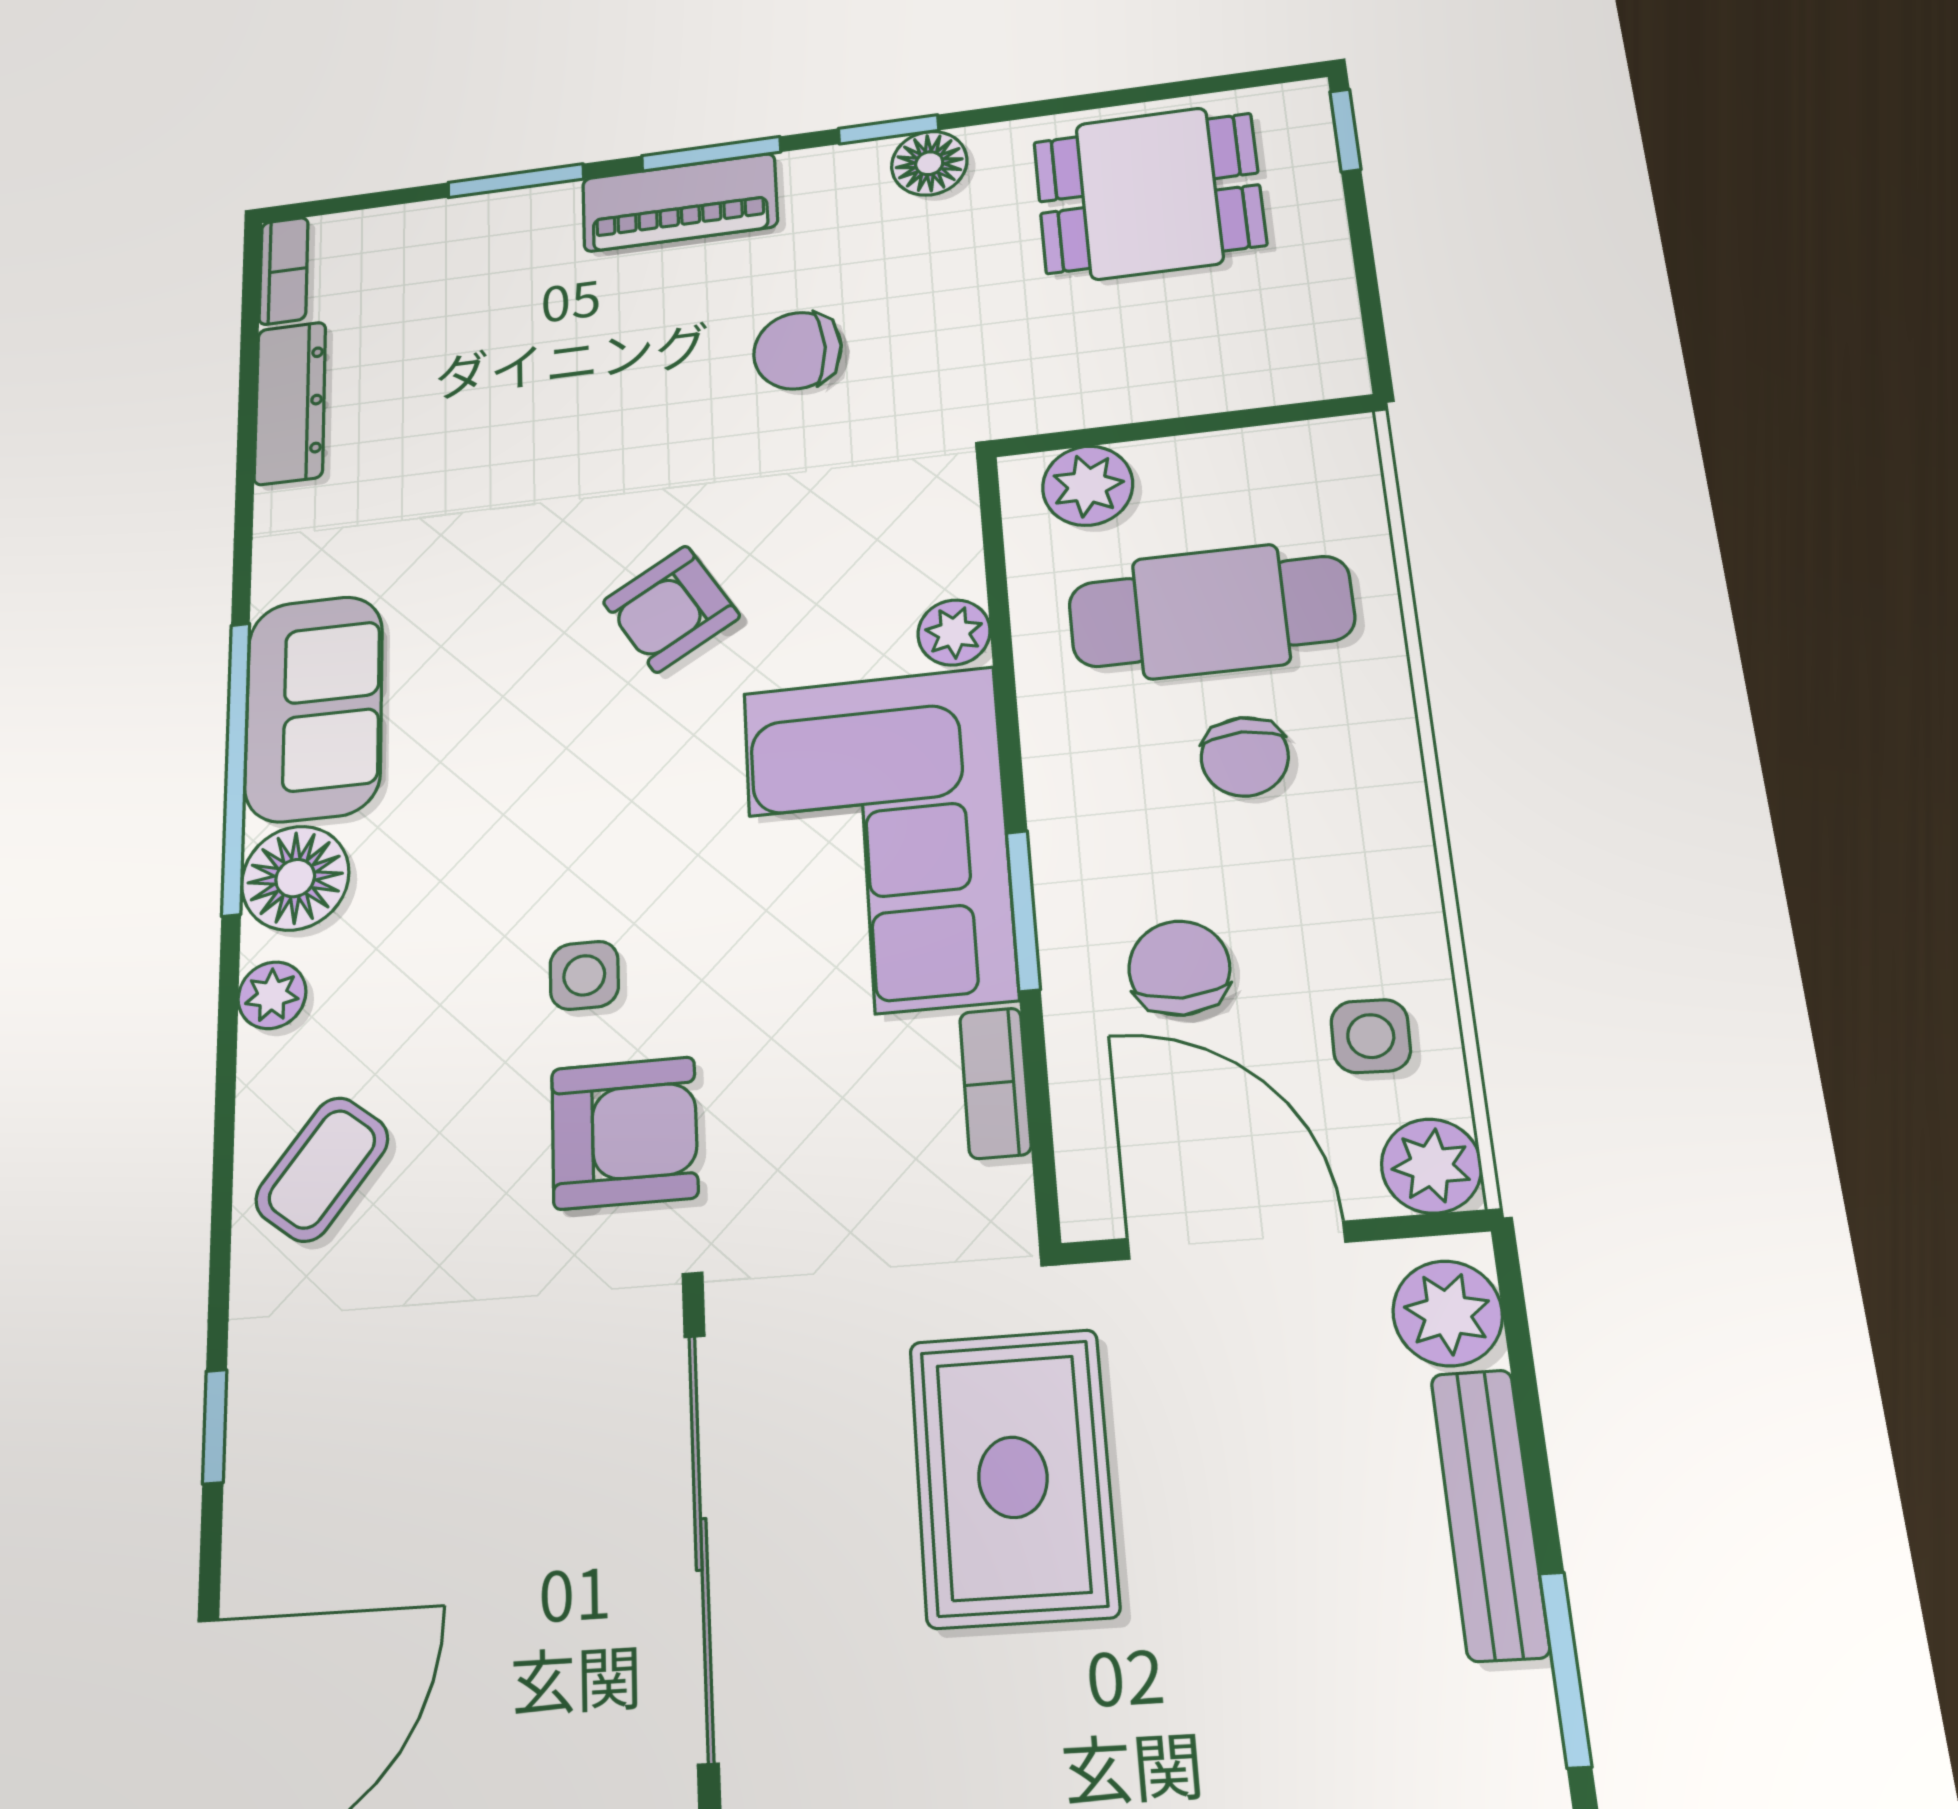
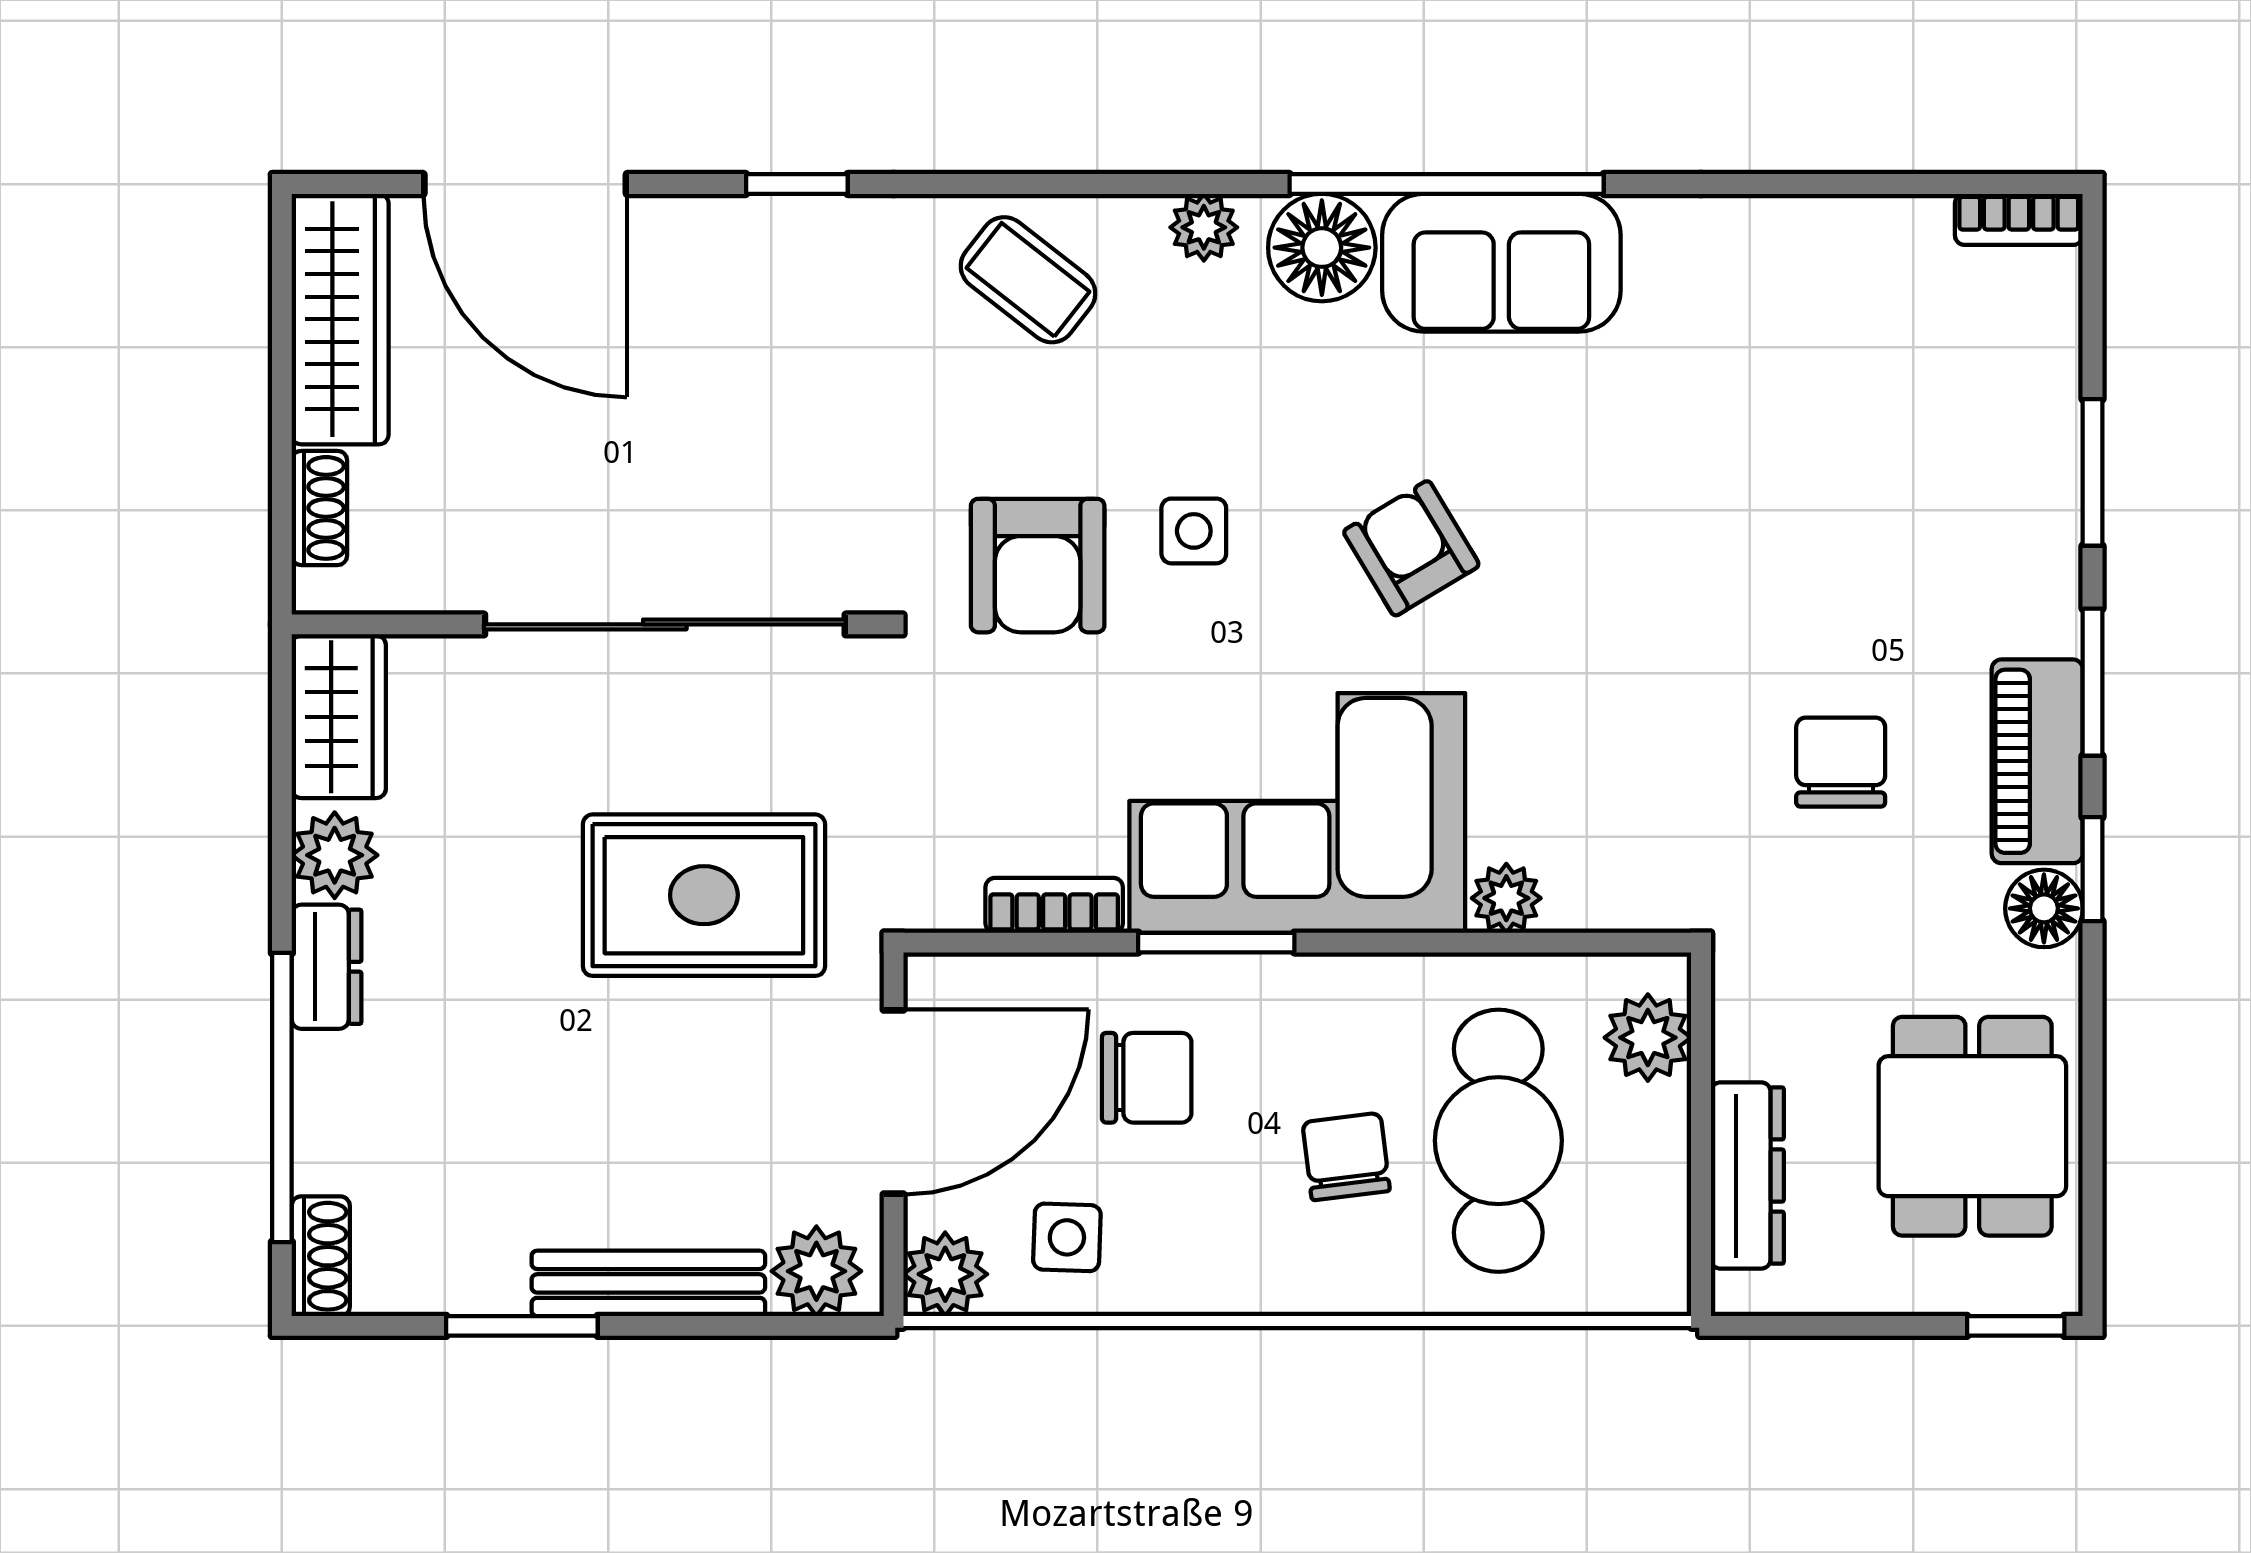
piano: (679, 203) -> (2037, 761), moved
dresser: (290, 403) -> (1747, 1176), moved, turned -90
armchair: (671, 609) -> (1411, 548), moved
chair: (1245, 757) -> (1346, 1157), turned 83

